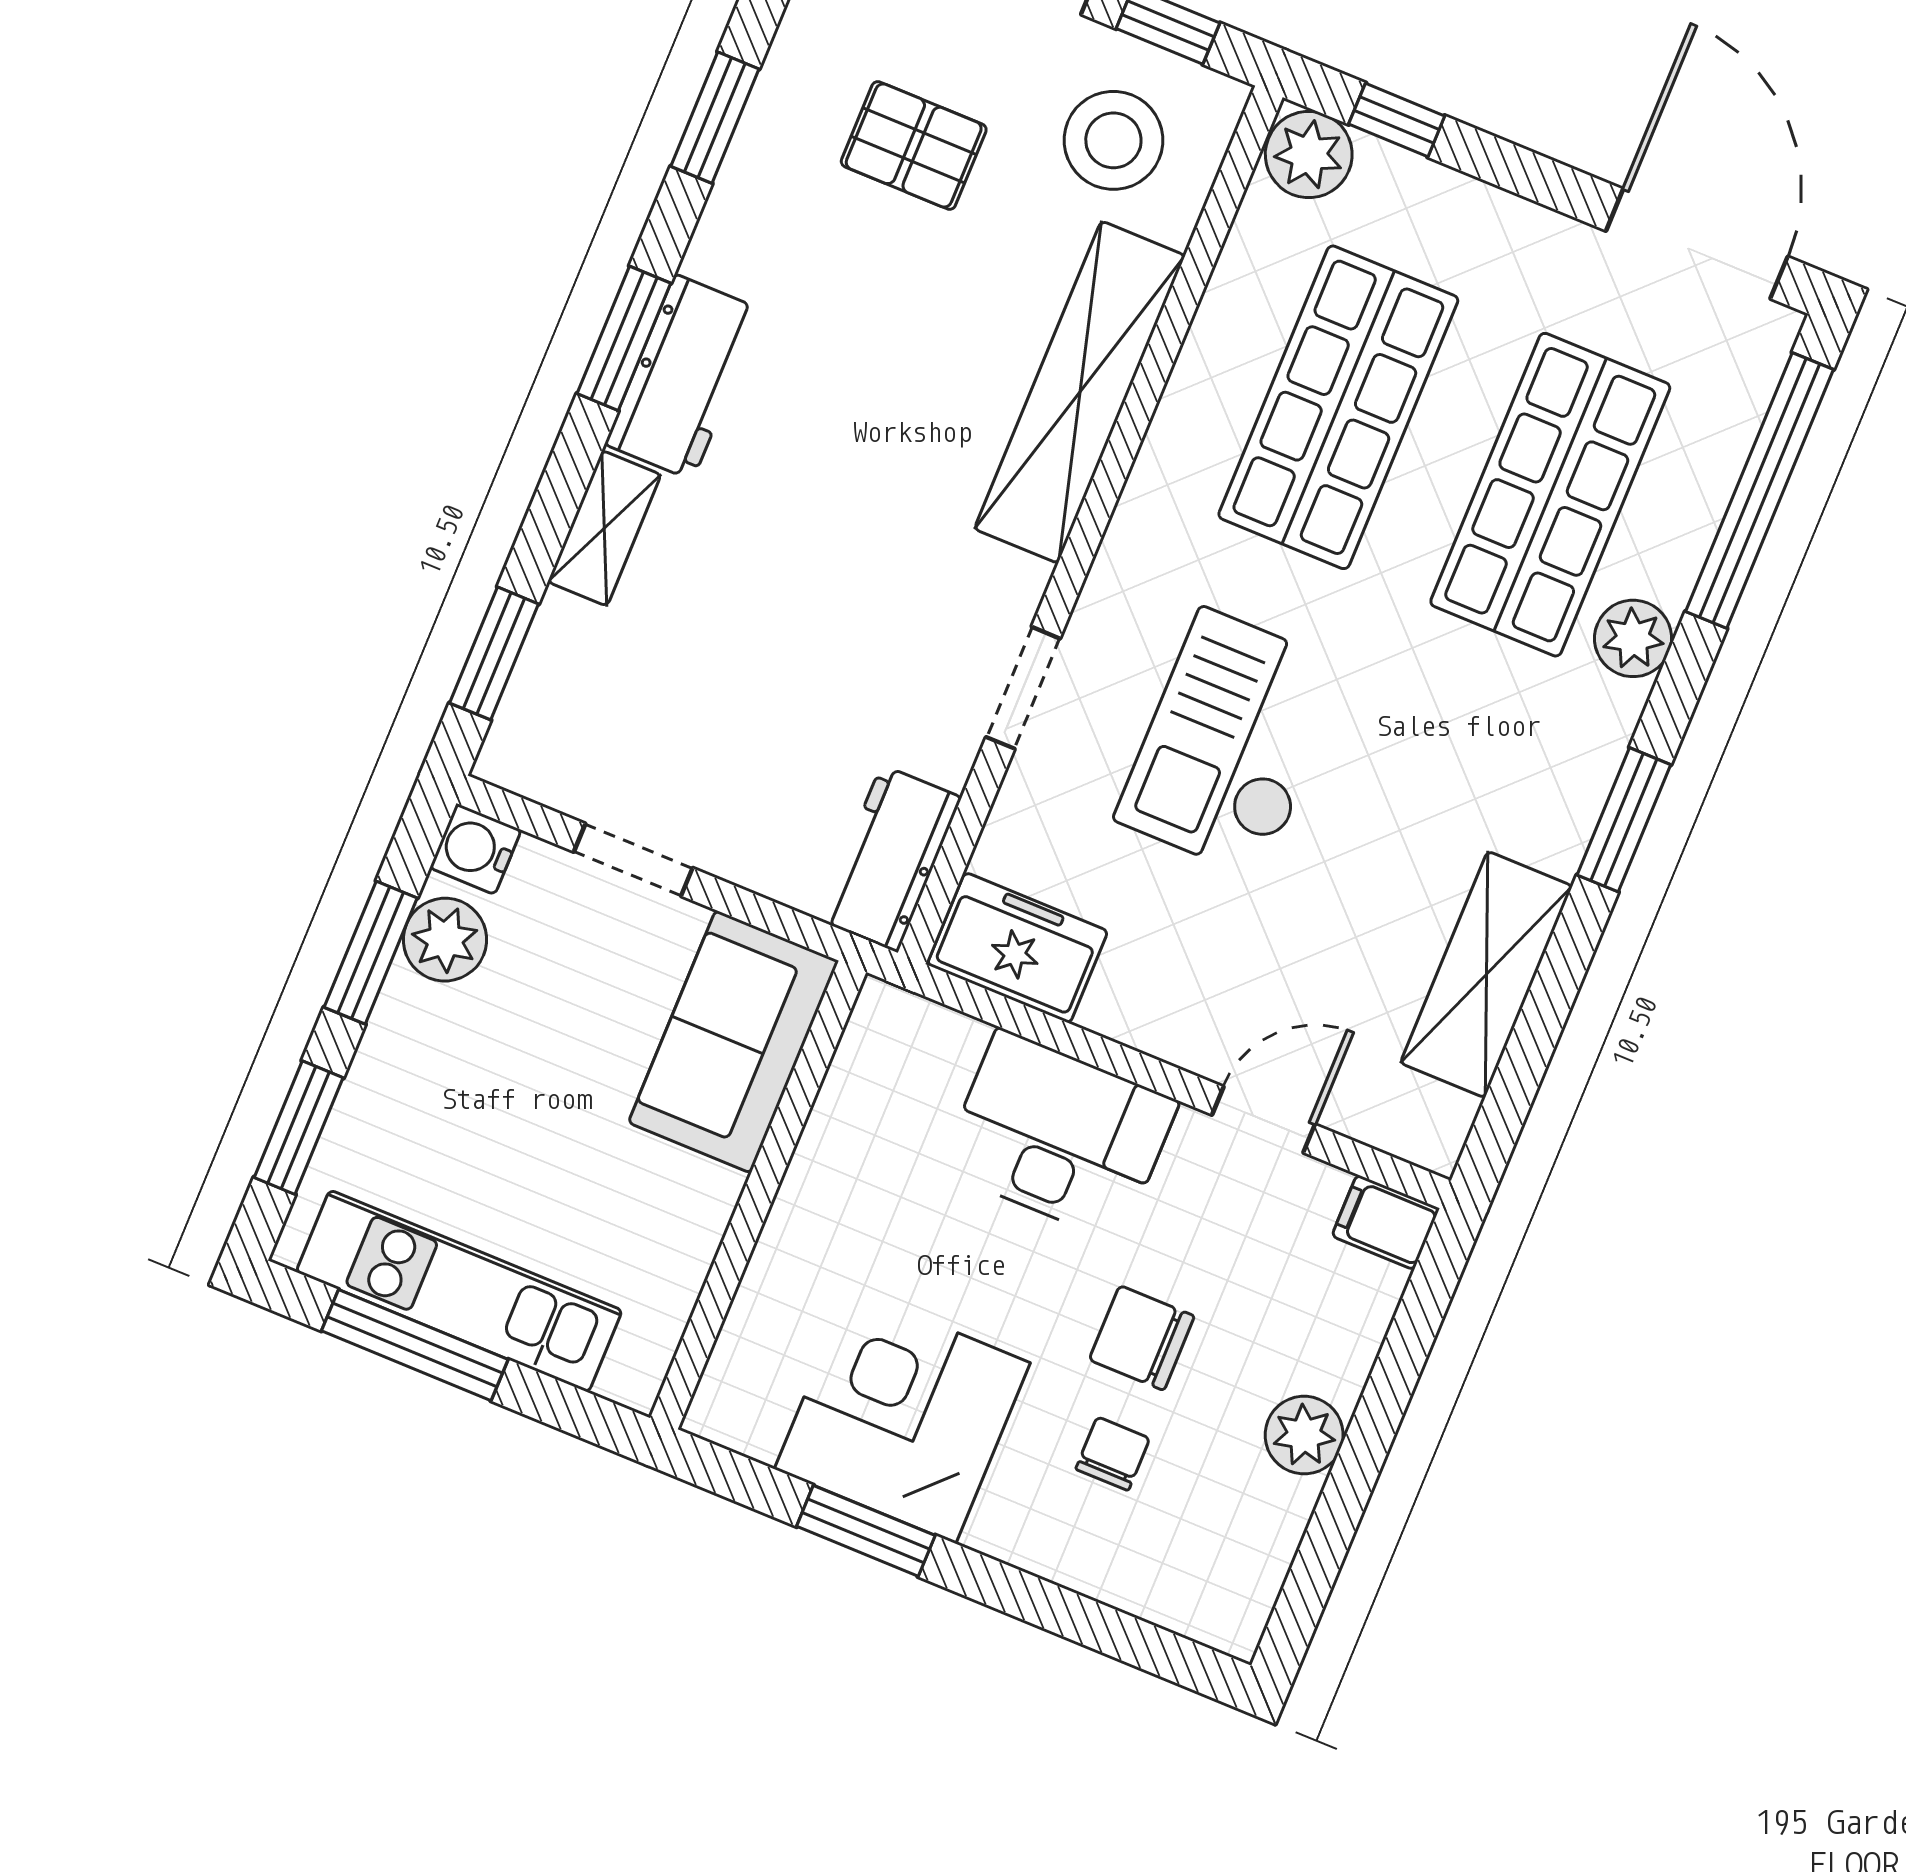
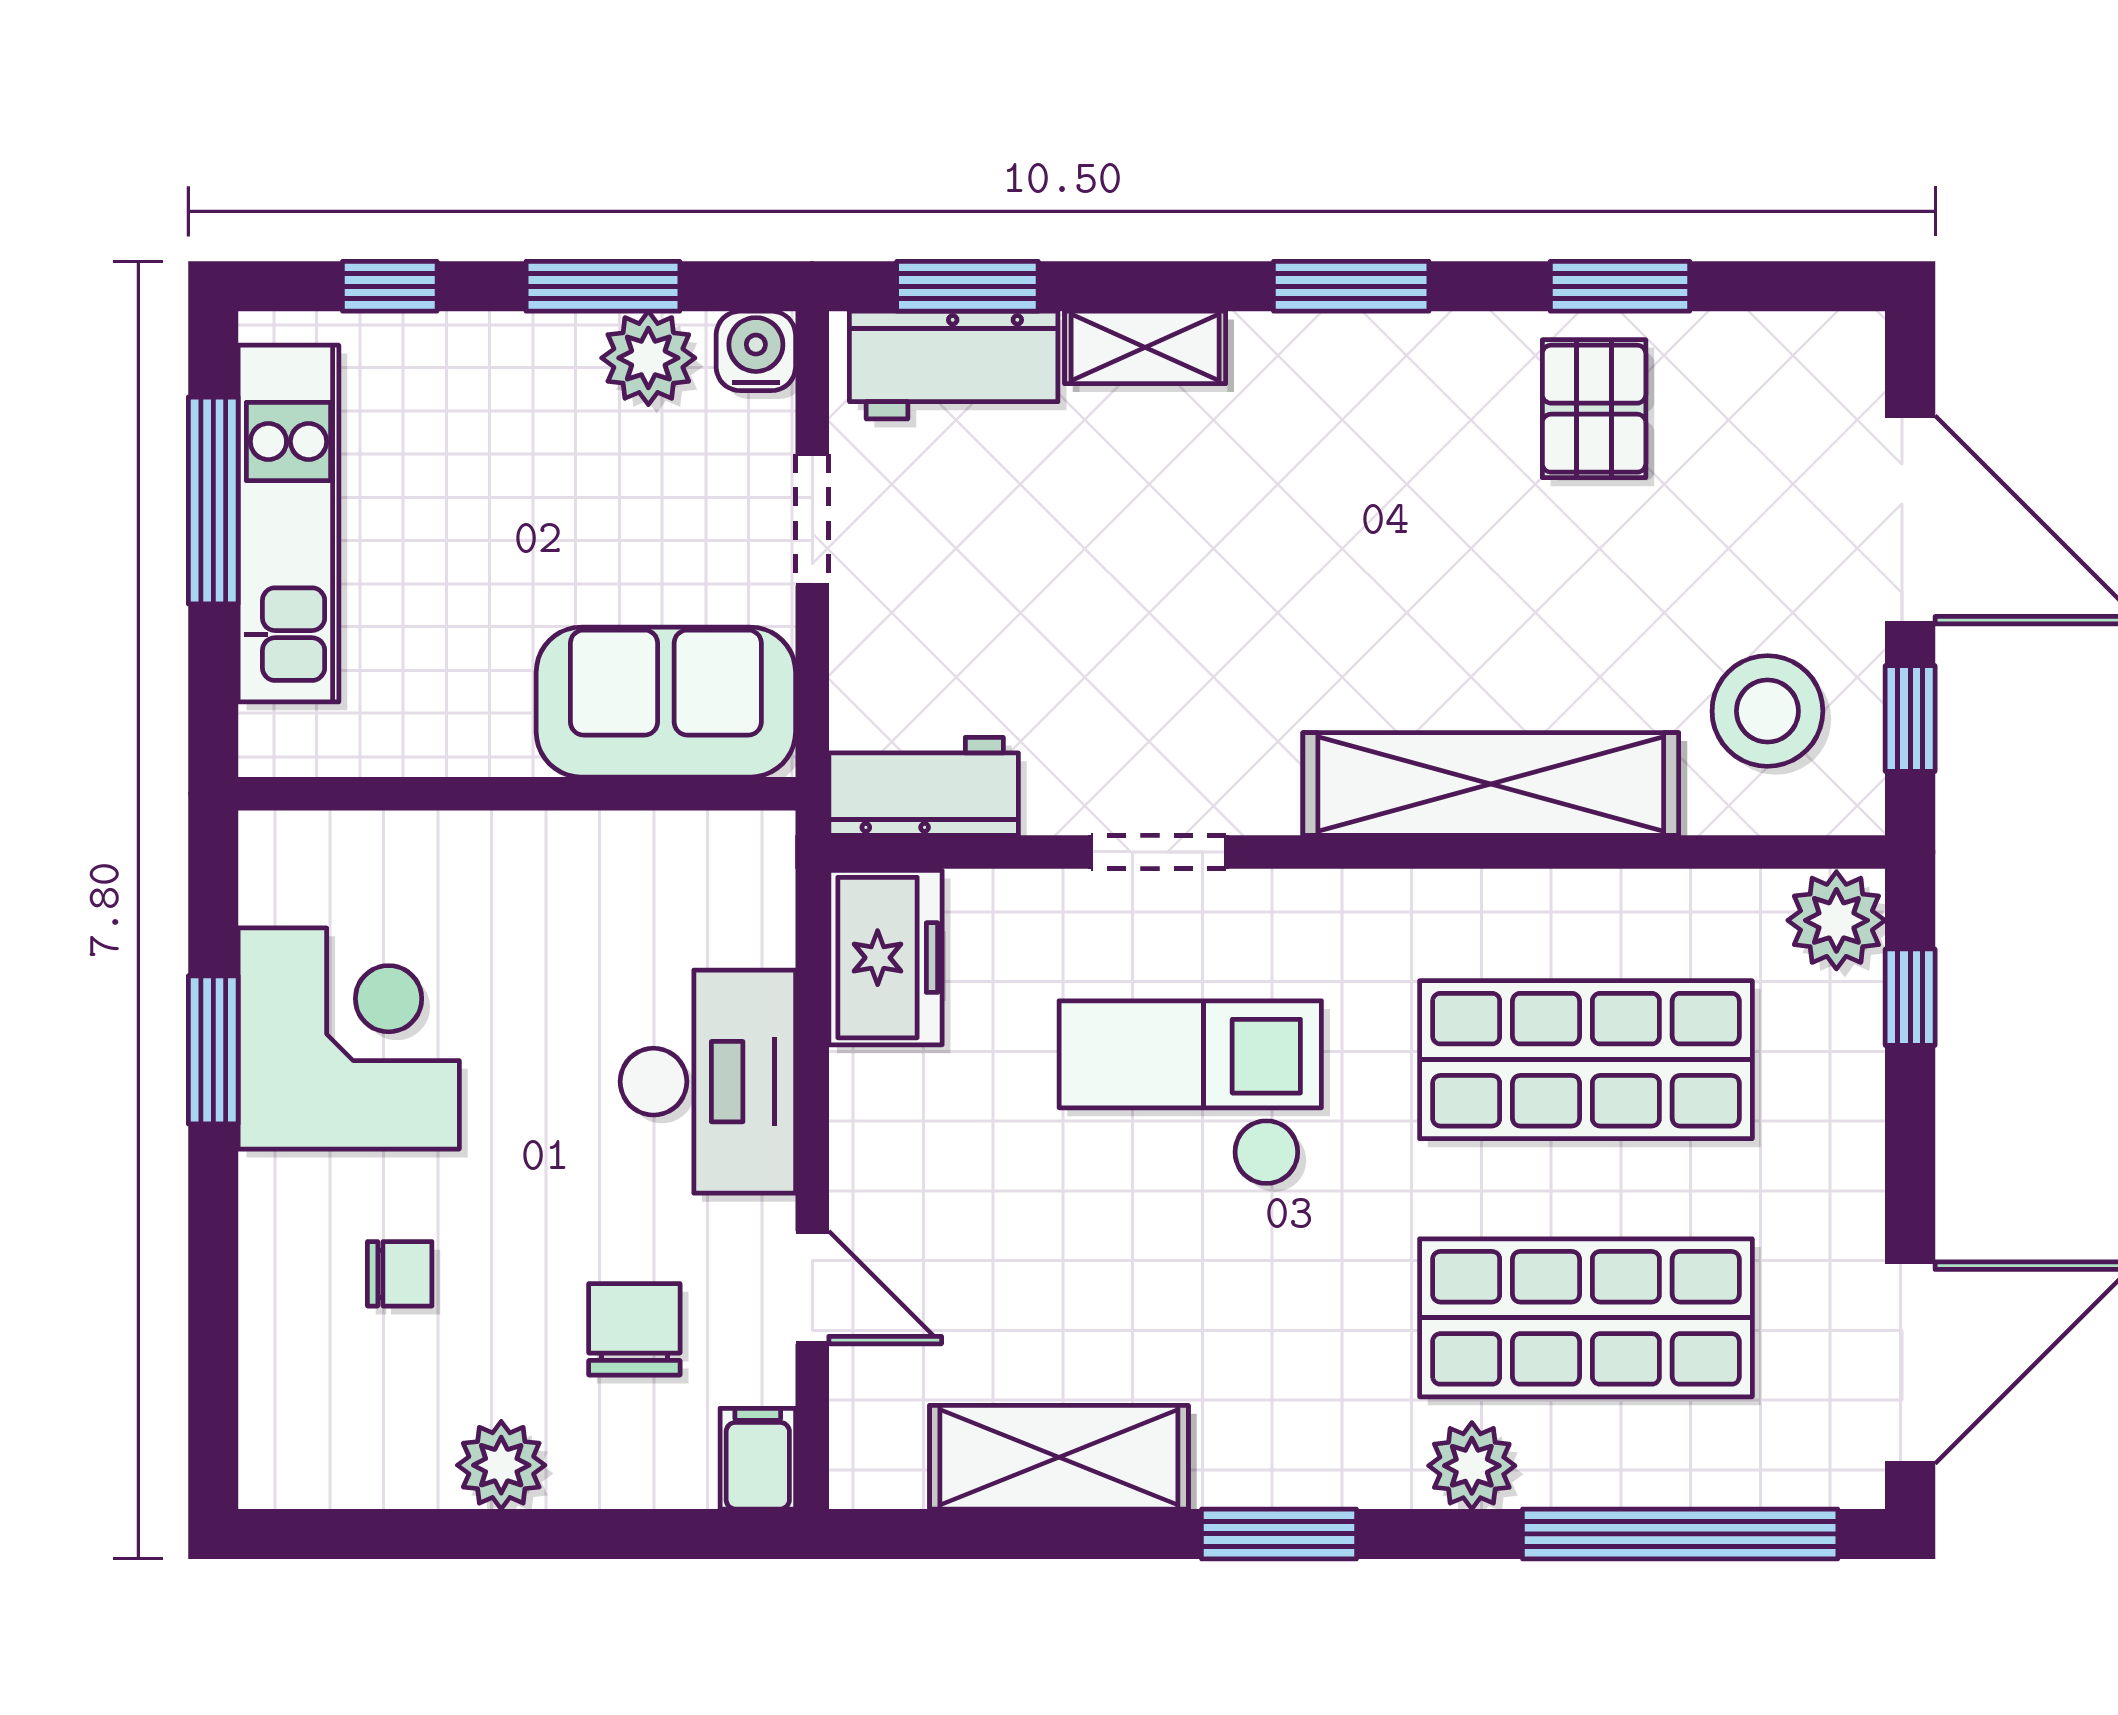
pallet: (914, 145) -> (1594, 409), moved
workbench: (684, 377) -> (954, 365), moved
window: (299, 1128) -> (390, 286), width x0.67
chair: (1142, 1338) -> (634, 1329), moved

